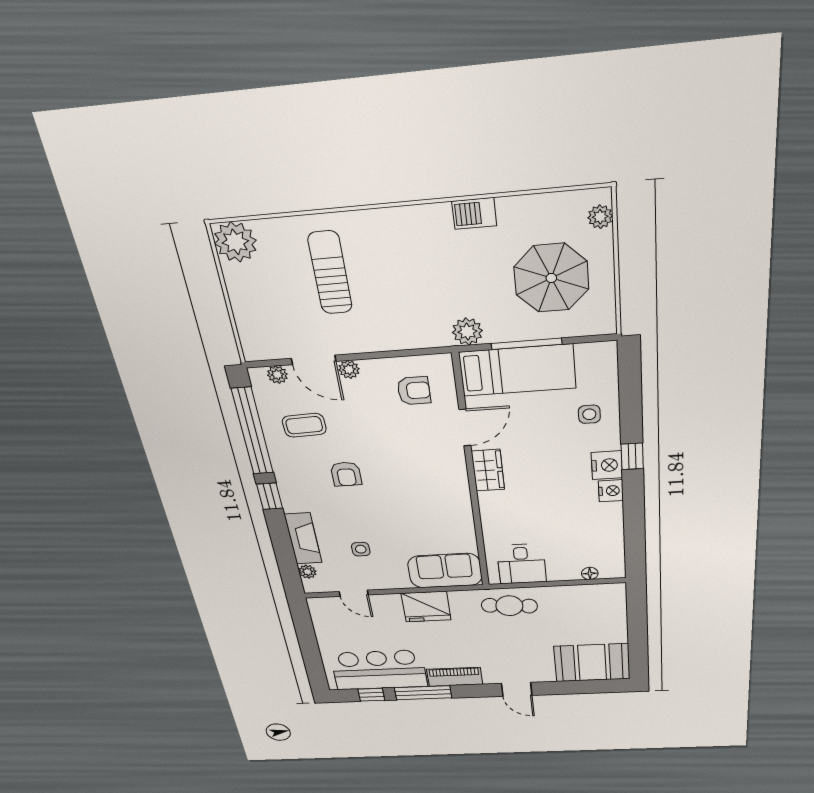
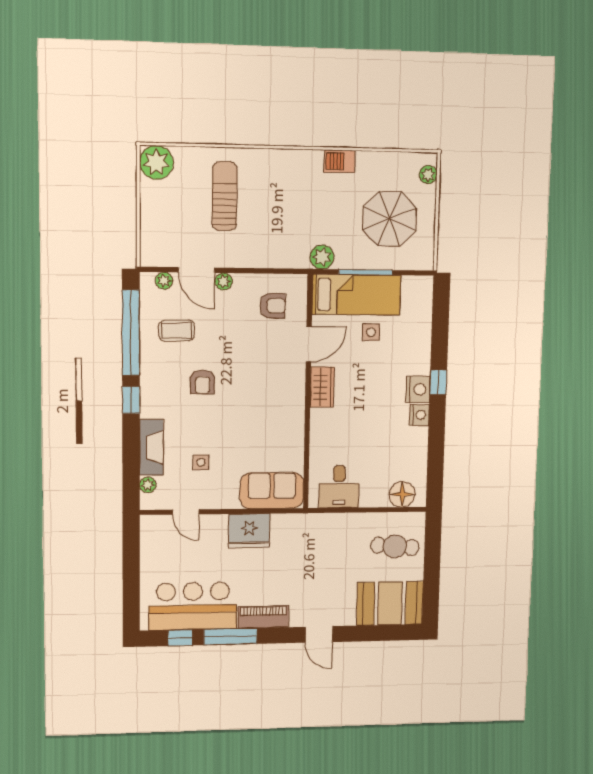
side table: (589, 414) -> (371, 332), moved
floor lamp: (590, 573) -> (402, 494), width x1.89, depth x1.89
cafe table: (509, 606) -> (395, 546), moved

